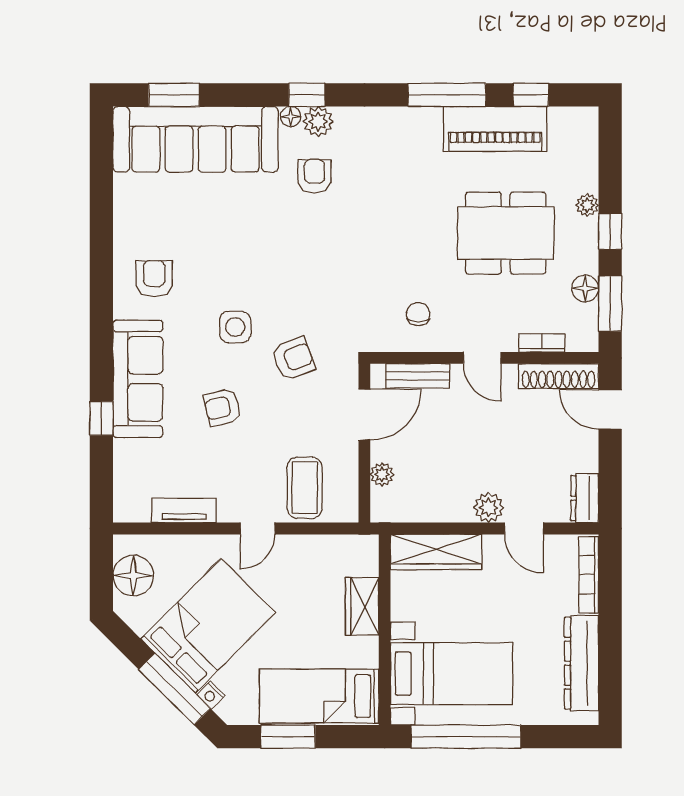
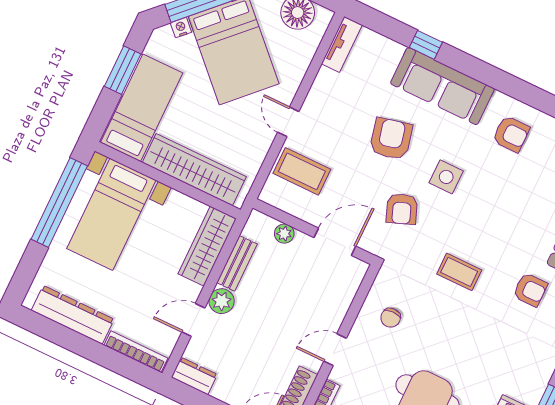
coffee table: (332, 263) -> (459, 272), added
chair: (418, 314) -> (391, 318), turned 90
bench: (418, 376) -> (237, 263), moved
armchair: (222, 407) -> (391, 139), width x1.38, depth x1.38
door: (364, 415) -> (335, 242), swing flipped
tv unit: (184, 510) -> (342, 44), moved
wardrobe: (362, 606) -> (194, 170), width x2.10, depth x1.17

